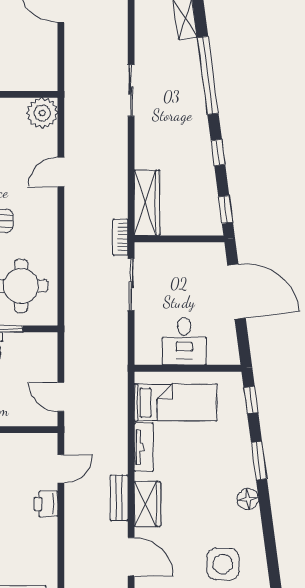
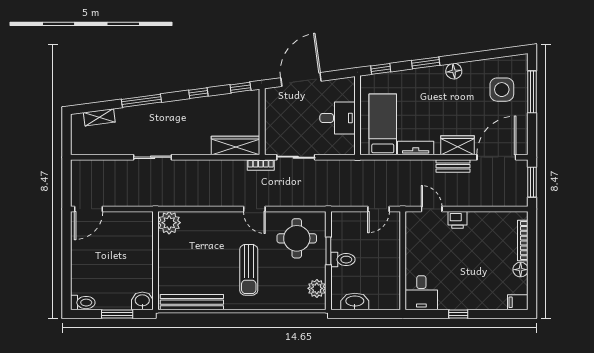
window: (208, 75) -> (141, 101), width x0.68
door: (61, 172) -> (254, 209), moved
door: (131, 557) -> (496, 157), width x1.36

